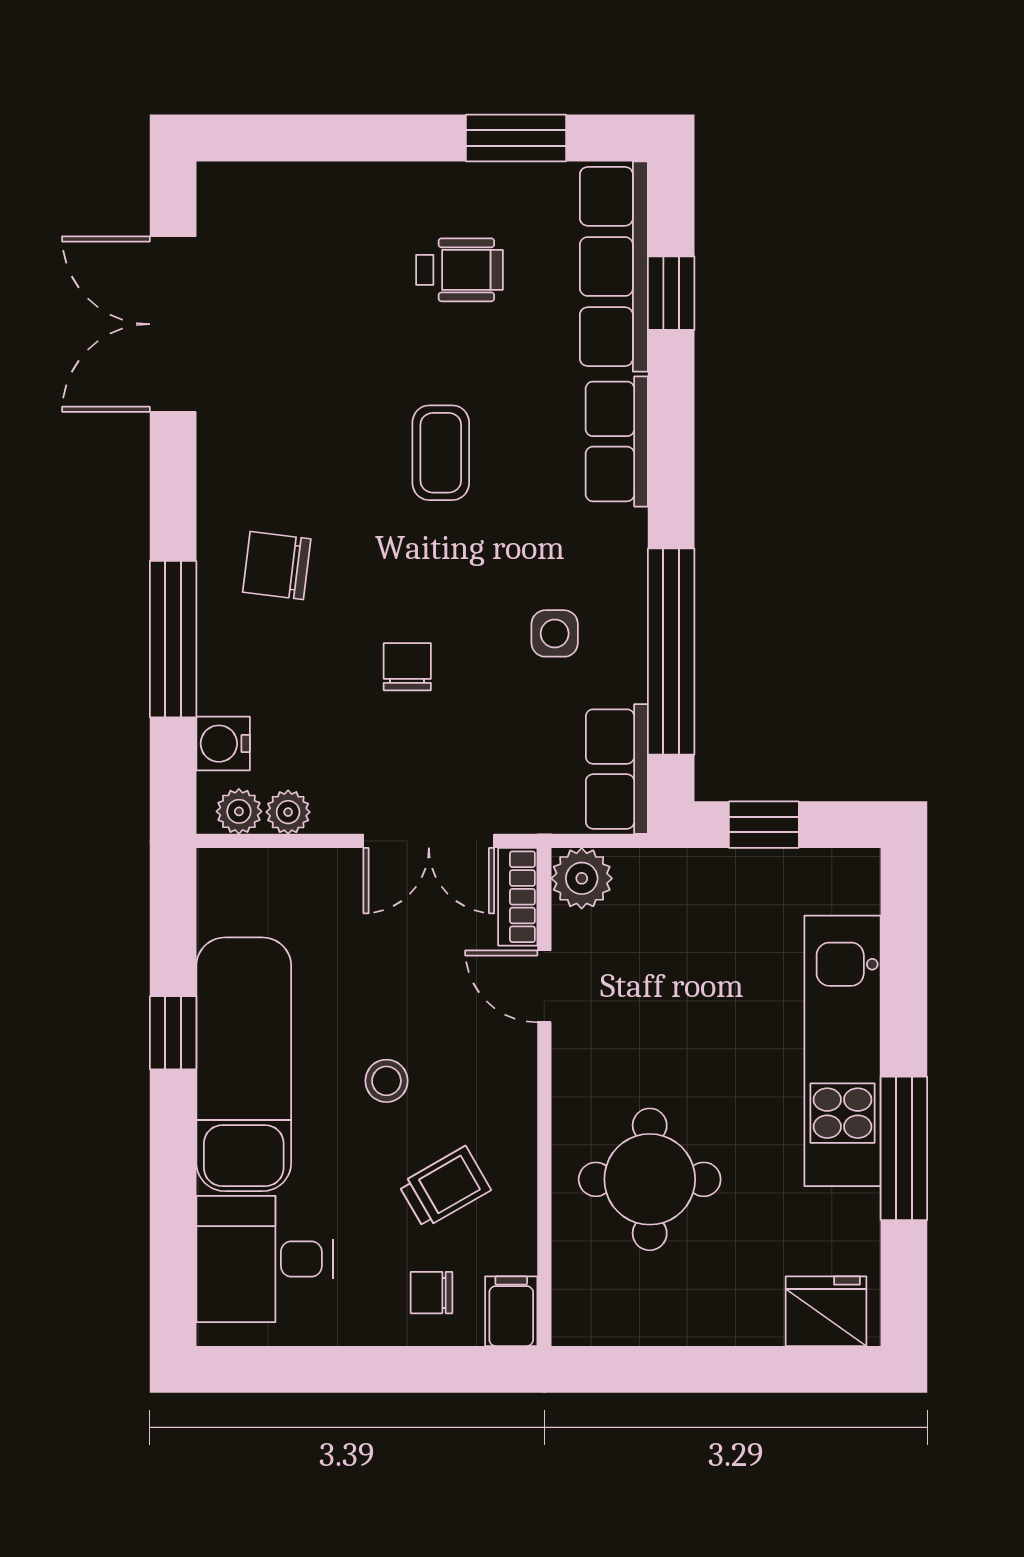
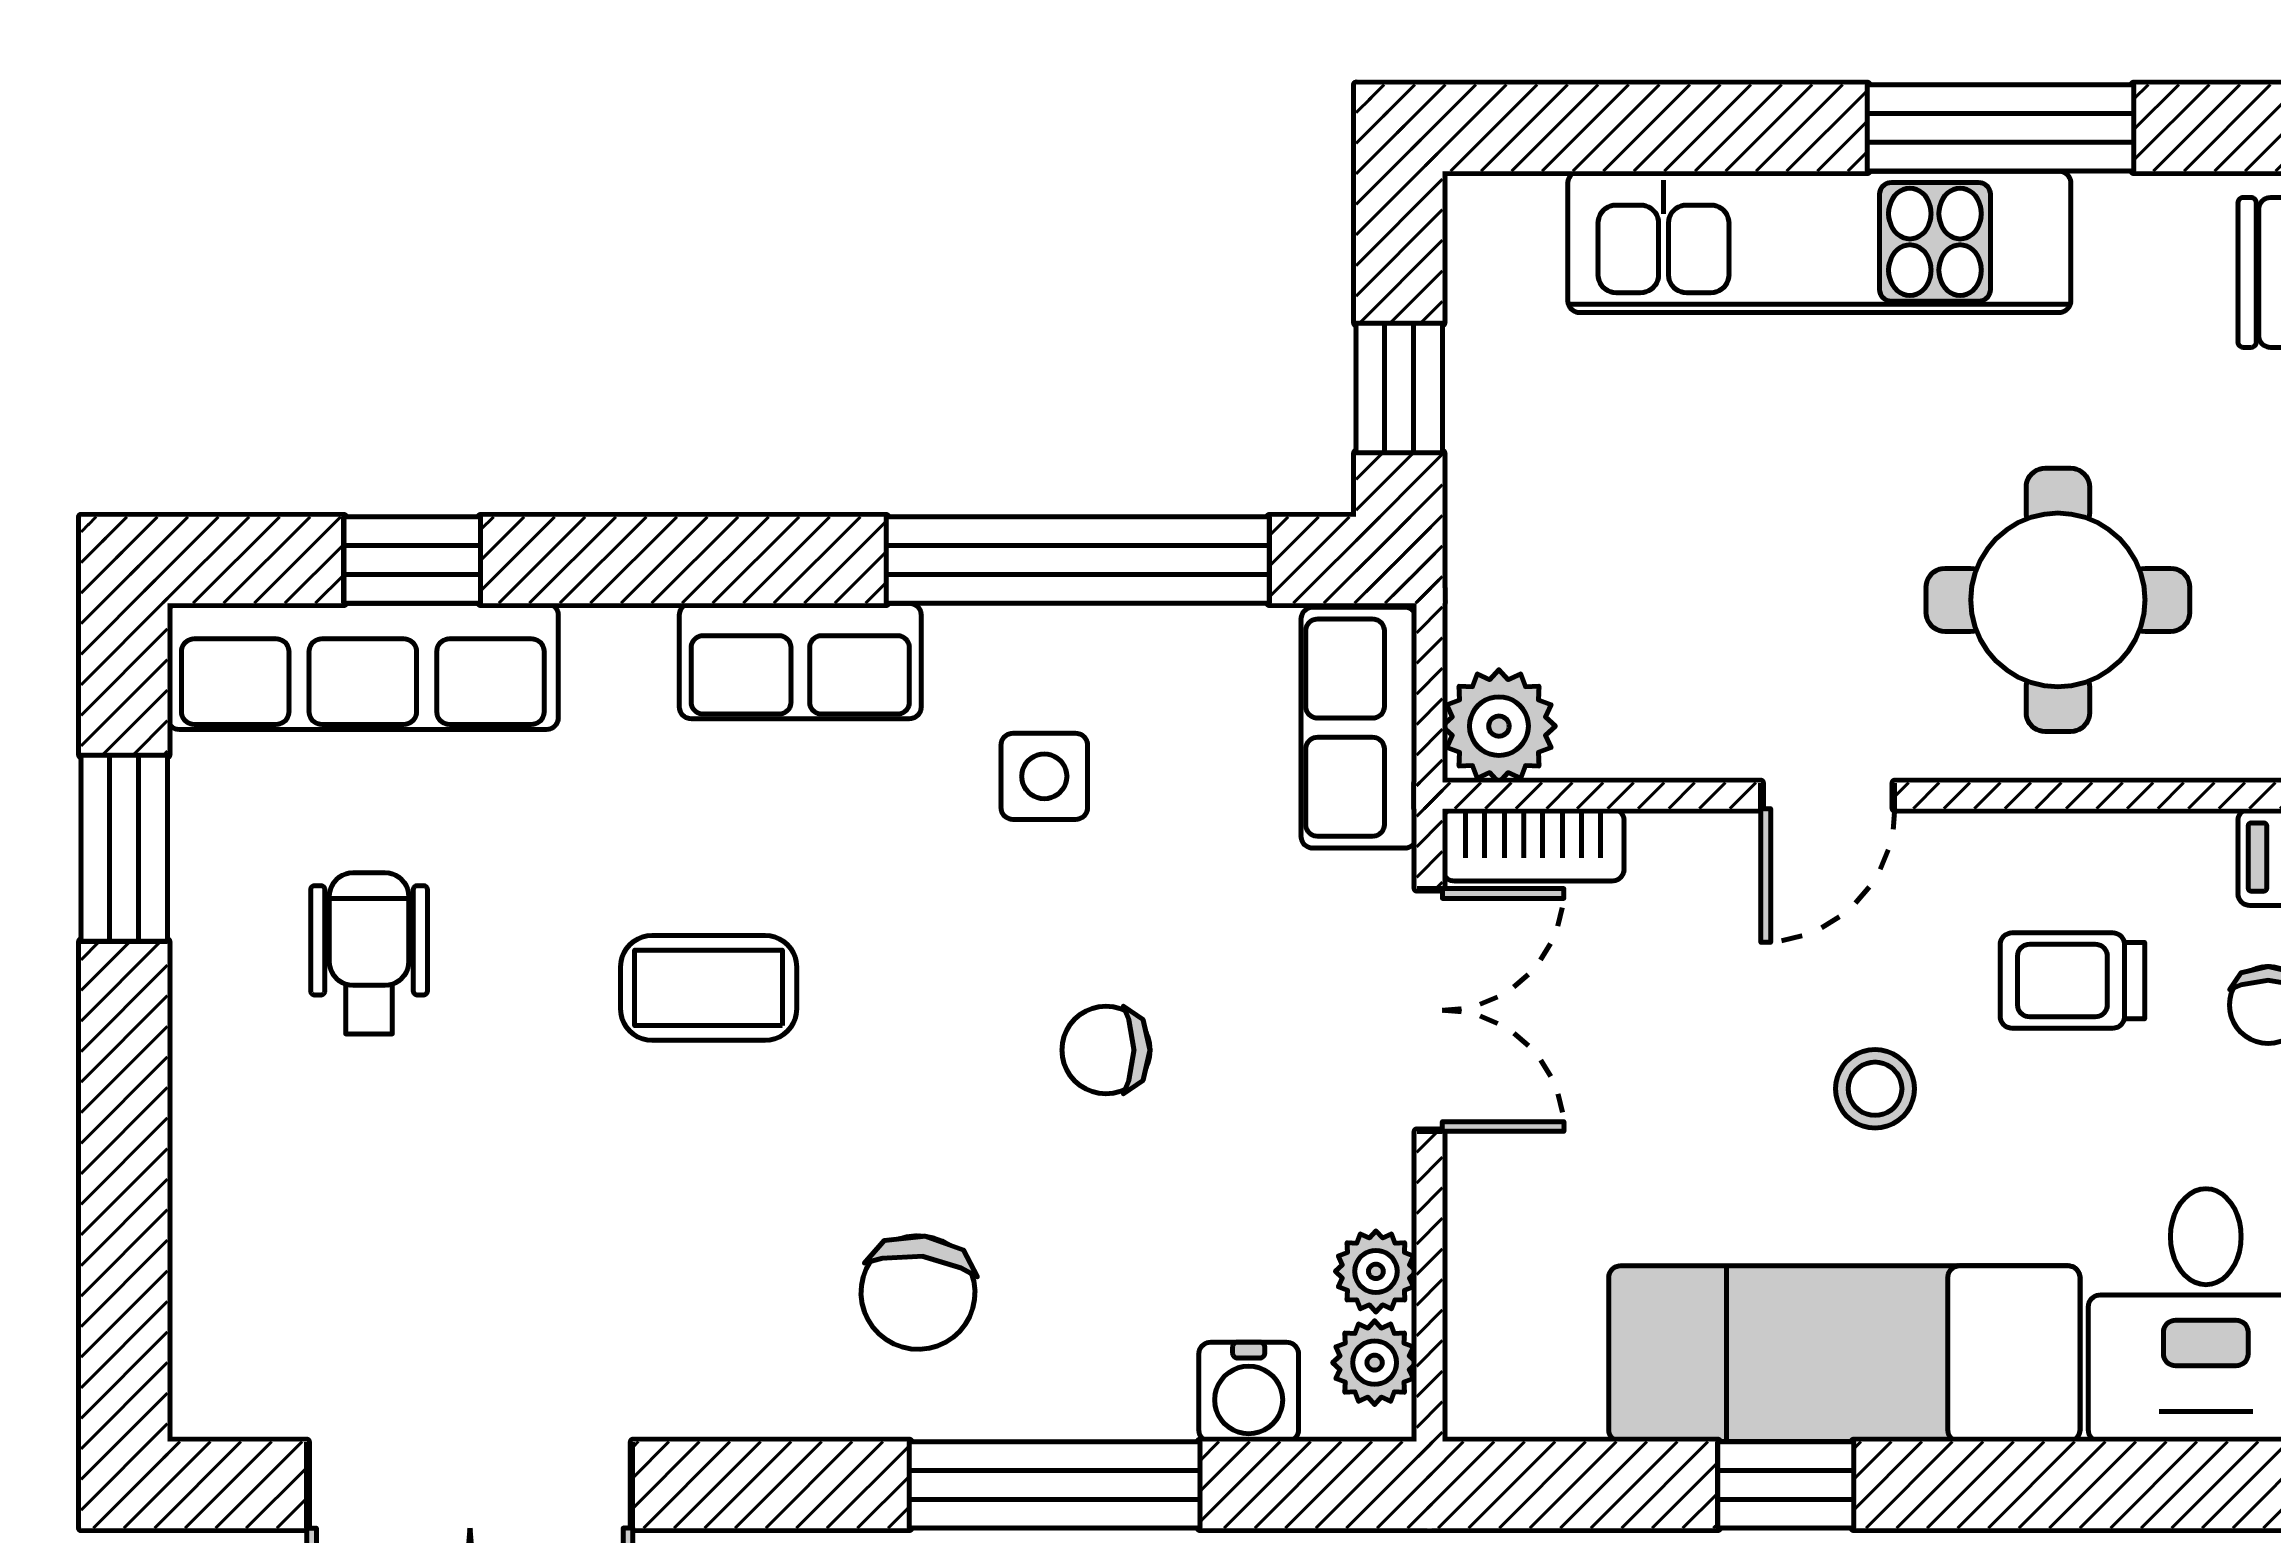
row of seats: (617, 441) -> (800, 661), moved
row of seats: (617, 769) -> (1359, 728), moved, turned 90
door: (544, 986) -> (1828, 796), moved
trolley: (445, 1187) -> (2073, 981), turned -60

